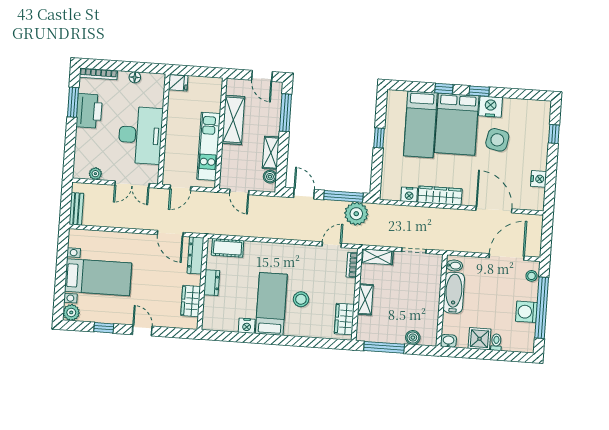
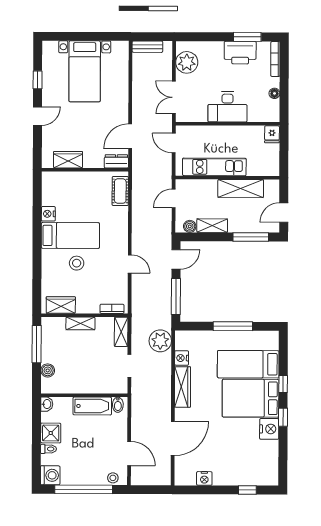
desk: (140, 135) -> (228, 107), width x0.73, depth x0.77
window: (379, 138) -> (233, 326), width x2.17
side table: (497, 140) -> (238, 437), removed
plant: (95, 174) -> (187, 62), width x1.87, depth x1.87
plant: (356, 214) -> (160, 341), moved
door: (332, 245) -> (130, 264), moved
dresser: (196, 255) -> (116, 161), width x0.70
door: (507, 257) -> (129, 453), width x0.73
dresser: (212, 283) -> (87, 178), removed
plant: (71, 312) -> (50, 48), removed
washing machine: (526, 312) -> (50, 475), moved, turned 90

